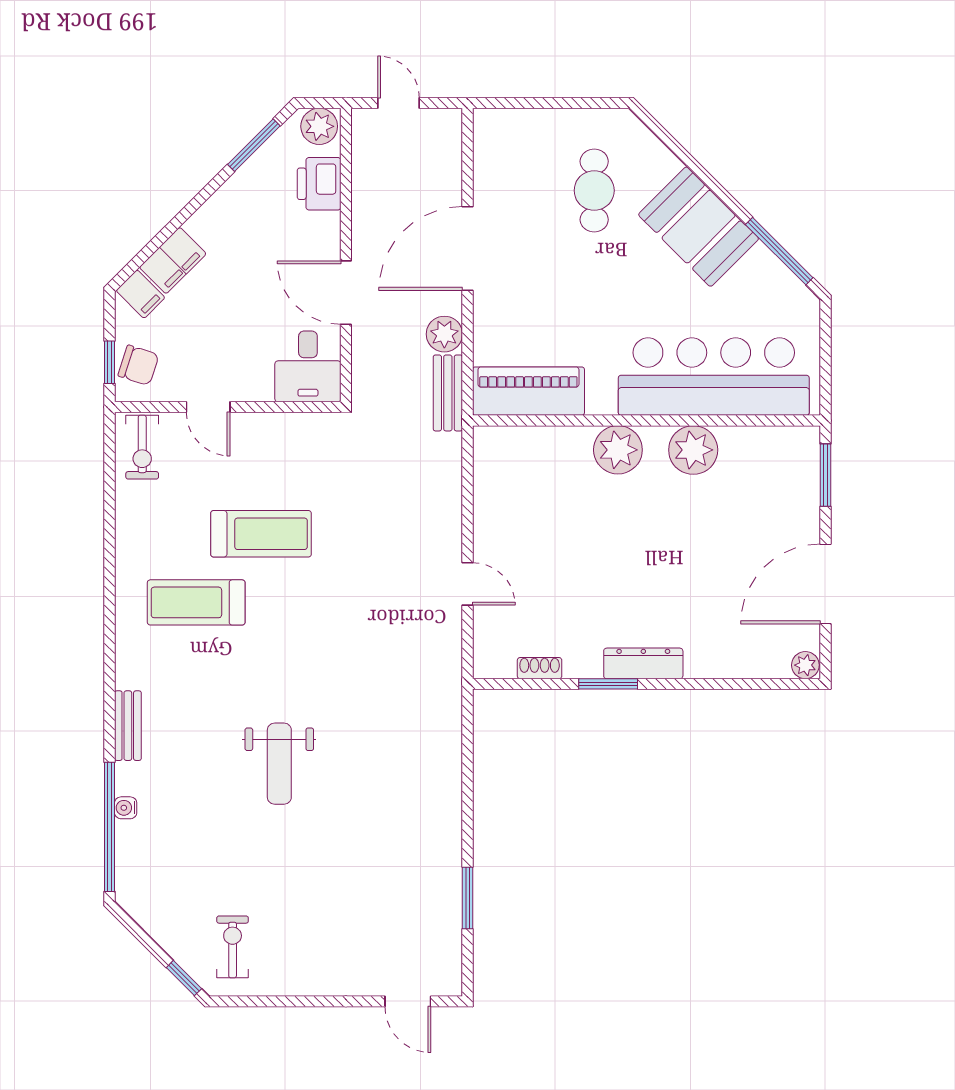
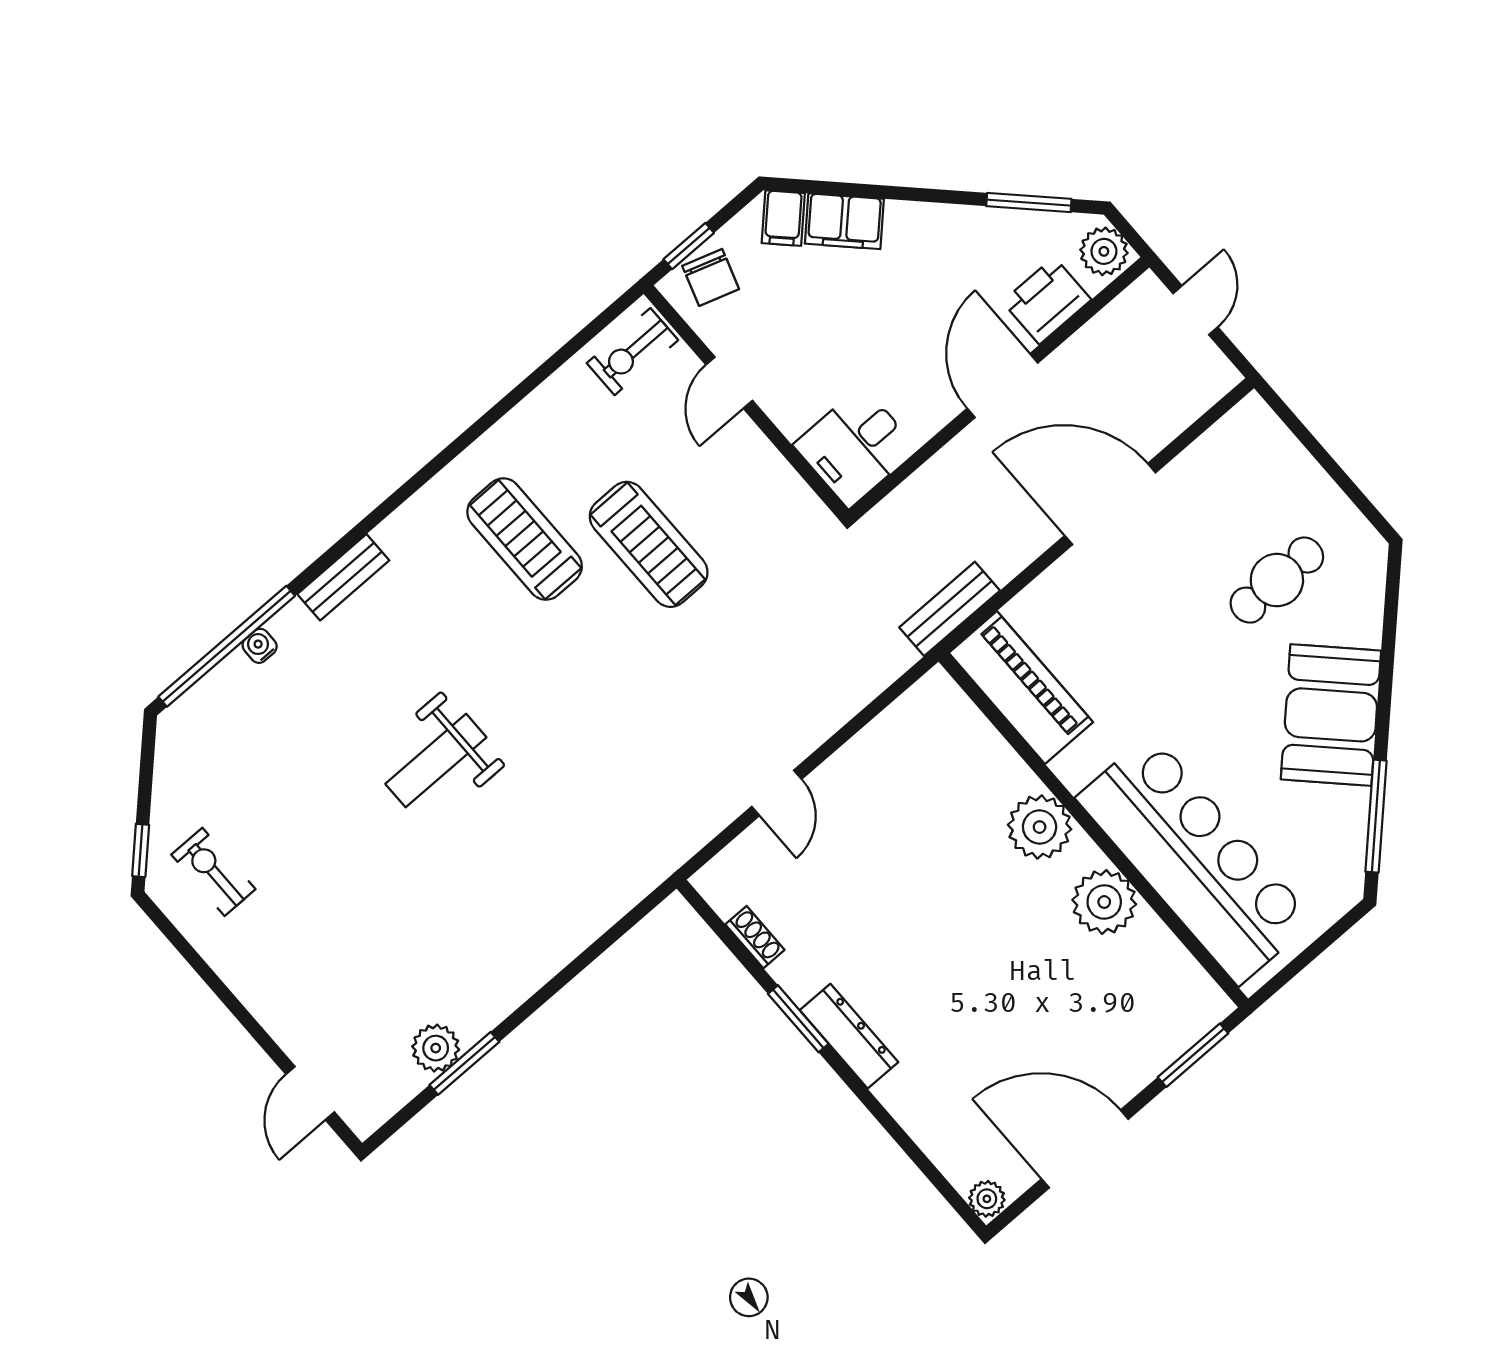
door: (346, 293) -> (1003, 386), moved
plant: (444, 334) -> (436, 1048), moved
exercise bike: (233, 947) -> (213, 872), turned -90

